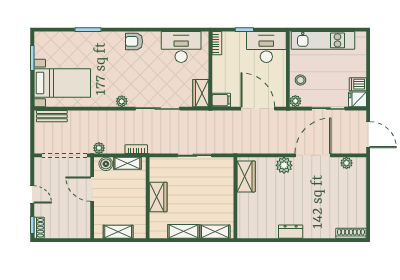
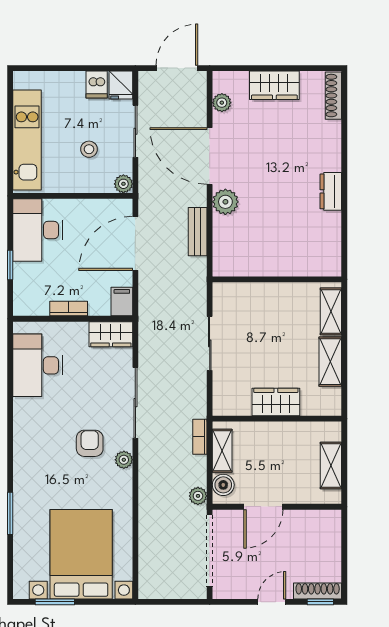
armchair: (134, 41) -> (90, 443), moved, turned 180
bookcase: (217, 43) -> (69, 309), moved
stool: (300, 80) -> (89, 149), moved
bed with nightstands: (62, 83) -> (81, 554), width x1.36
bench: (52, 116) -> (198, 232), moved
wardrobe: (246, 176) -> (274, 85), moved, turned 180
shoe rack: (39, 228) -> (318, 591), width x1.43

